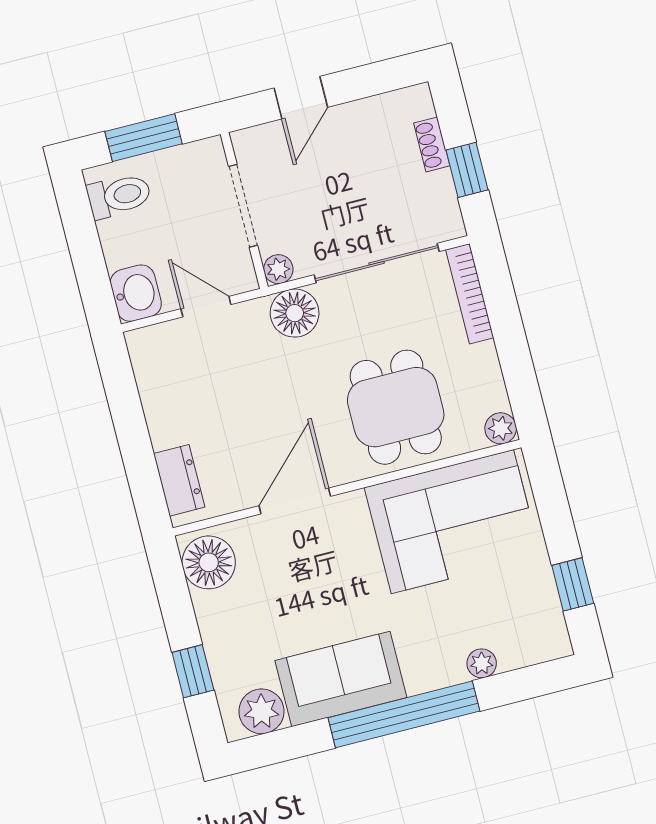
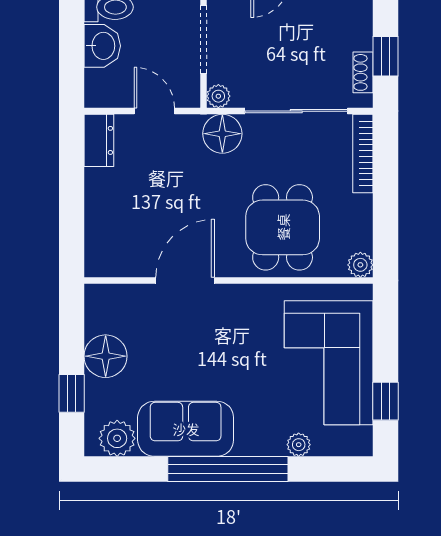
shoe rack: (432, 144) -> (363, 72), moved
washbasin: (136, 293) -> (102, 46), moved
dresser: (179, 480) -> (99, 140), moved
corner sofa: (452, 522) -> (329, 363), moved, turned 90
floor lamp: (209, 562) -> (106, 356), moved

